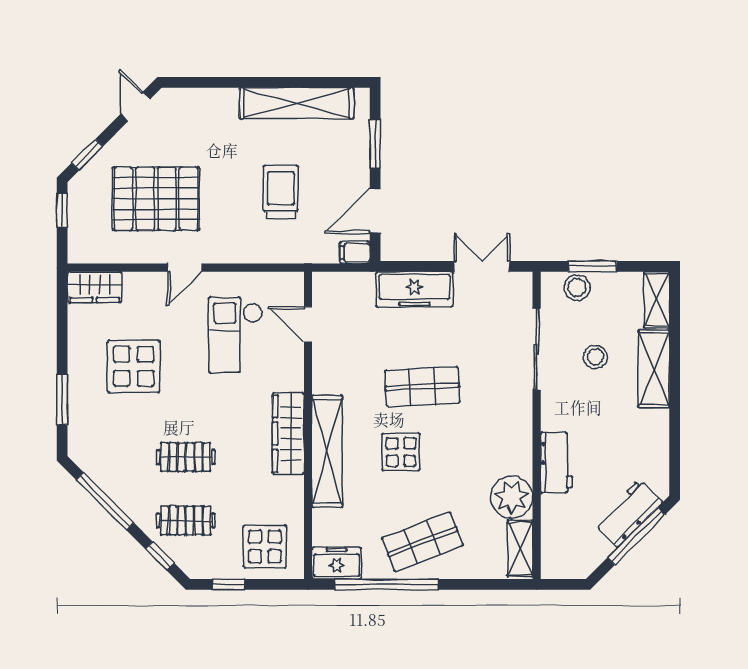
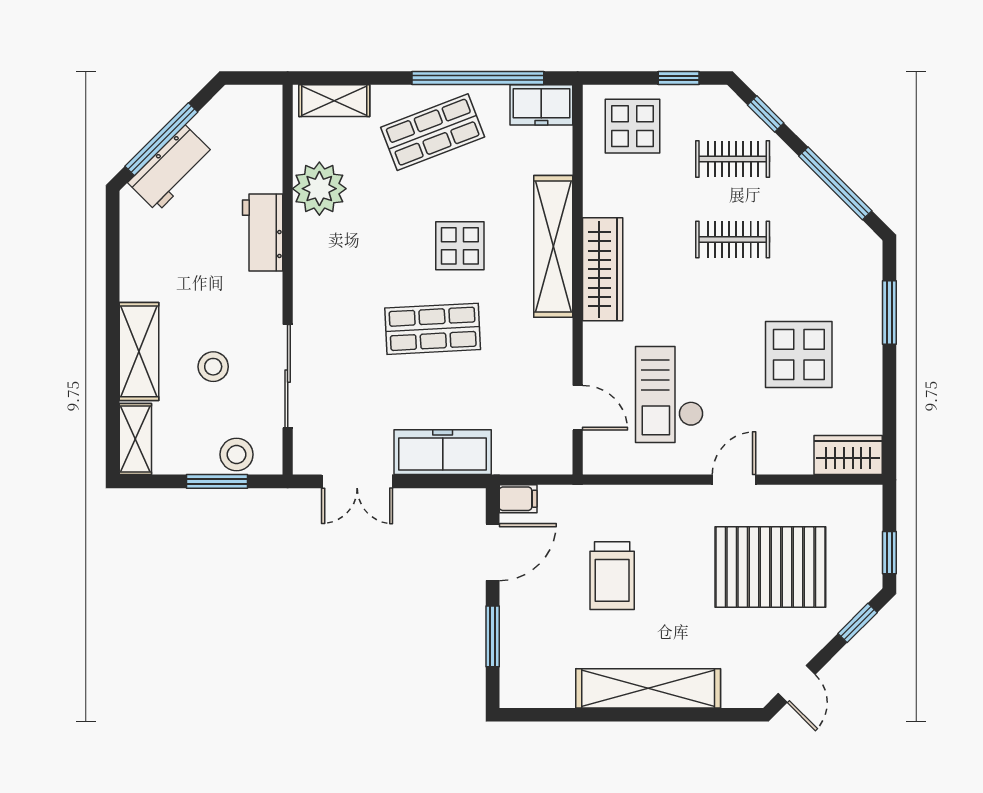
shelving: (297, 103) -> (648, 688), moved
checkout: (236, 335) -> (669, 394), turned 180
shelving: (520, 548) -> (334, 101), moved, turned 90

